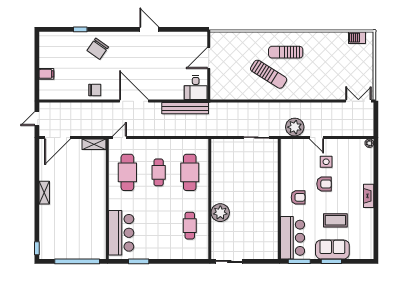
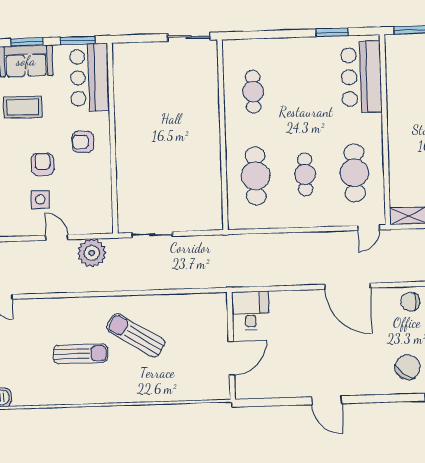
sun lounger: (286, 52) -> (80, 354), moved
bench: (185, 108) -> (266, 277), removed
armchair: (324, 184) -> (42, 164), turned 90
plant: (220, 213) -> (205, 114), removed

